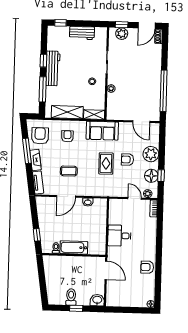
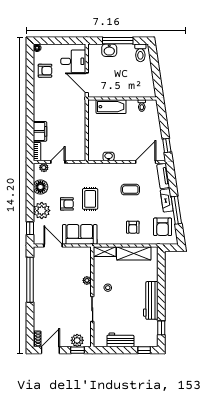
window: (43, 61) -> (161, 328), moved
window: (43, 89) -> (161, 277), removed
sofa: (102, 131) -> (80, 234), moved
window: (161, 176) -> (30, 228), moved
door: (66, 196) -> (146, 162), moved
door: (135, 198) -> (58, 162), swing flipped
filing cabinet: (150, 227) -> (40, 131), added
window: (37, 235) -> (167, 145), moved
desk: (119, 236) -> (73, 61), moved
bathtub: (74, 247) -> (111, 107), moved
armchair: (147, 267) -> (45, 71), moved
toilet: (71, 297) -> (140, 53), moved
washbasin: (97, 300) -> (109, 50), moved
window: (76, 308) -> (118, 41), width x2.17

